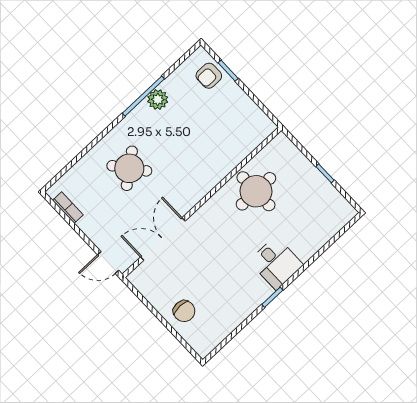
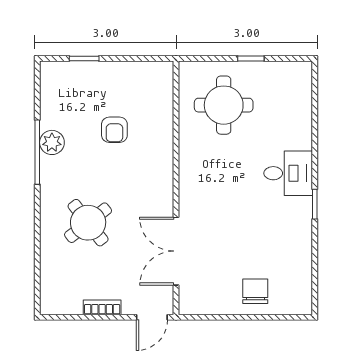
armchair: (209, 76) -> (114, 130), moved
round table: (256, 191) -> (224, 105), moved
bookcase: (68, 208) -> (102, 307), moved
chair: (184, 311) -> (255, 291), turned -90

